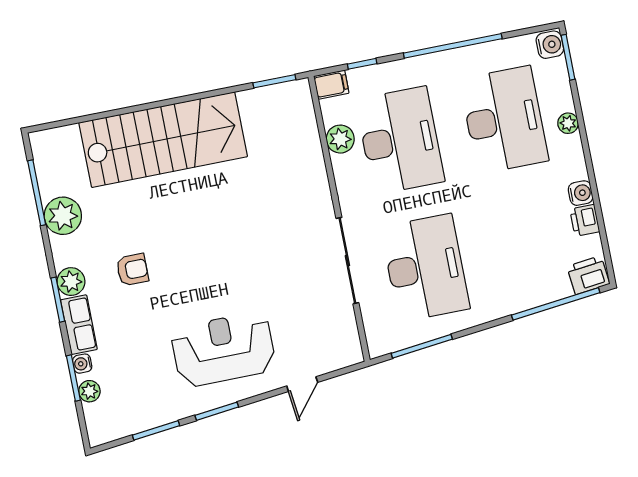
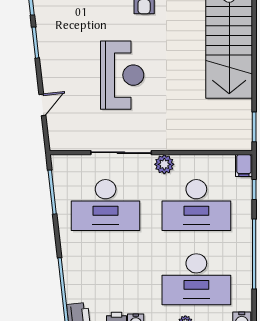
plant: (340, 139) -> (164, 164), moved
reception desk: (223, 349) -> (122, 75), moved
door: (302, 384) -> (42, 105), swing flipped

